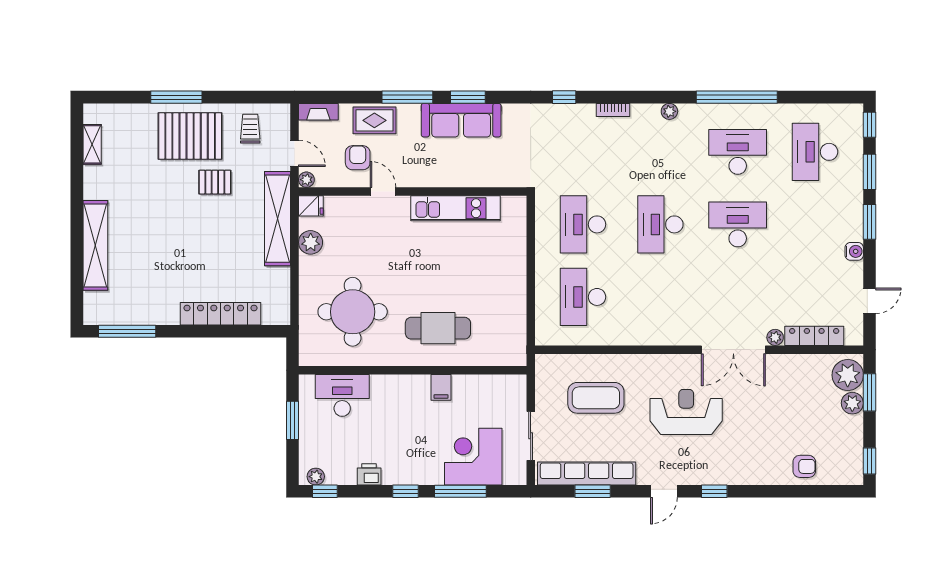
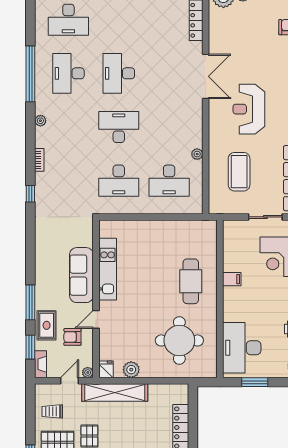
window: (468, 97) -> (30, 347), moved
sofa: (461, 120) -> (81, 275), moved, turned 180
desk: (660, 224) -> (119, 127), turned 180
plant: (775, 337) -> (197, 154), moved
desk: (342, 395) -> (242, 348), width x1.36, depth x1.30

